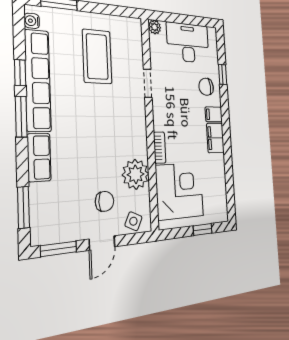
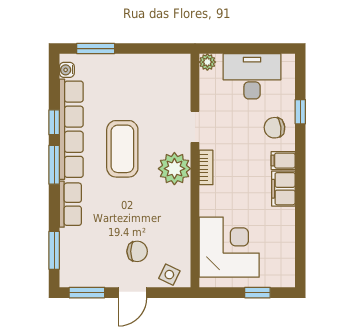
coffee table: (97, 57) -> (122, 149), moved
bookcase: (160, 148) -> (206, 167), moved
plant: (136, 174) -> (174, 169), moved

